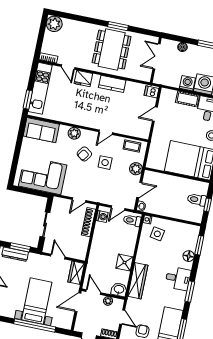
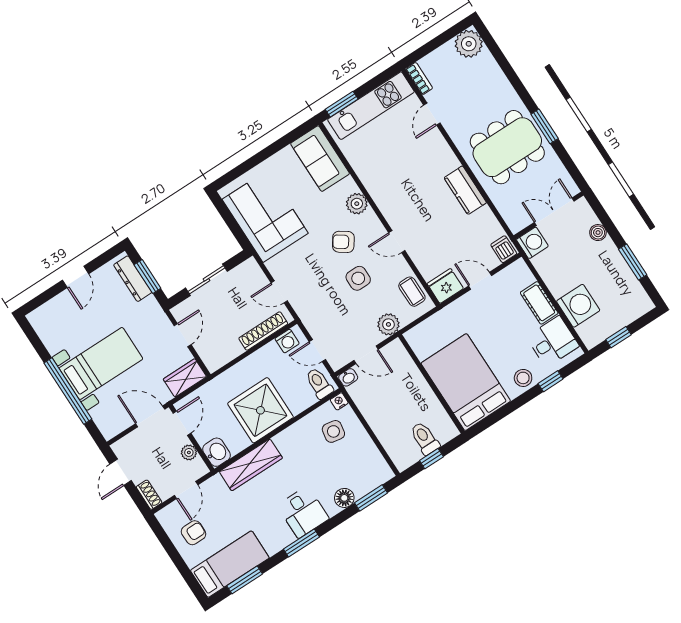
fridge: (83, 79) -> (445, 286), moved, turned 90
washing machine: (187, 83) -> (532, 243), moved
shower: (124, 263) -> (260, 410), width x1.86, depth x1.86

